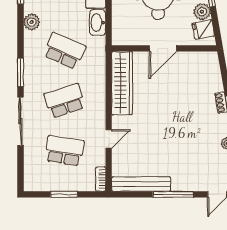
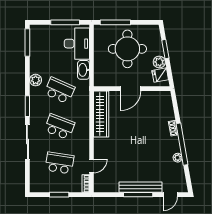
plant: (32, 22) -> (36, 80), moved
school desk: (65, 101) -> (59, 127), turned 39
door: (109, 139) -> (91, 166), moved
bench: (141, 184) -> (140, 187), moved

